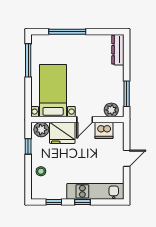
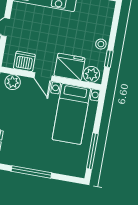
window: (67, 32) -> (31, 172), moved
door: (85, 120) -> (43, 77), swing flipped
stool: (41, 171) -> (101, 44), moved

